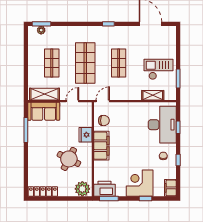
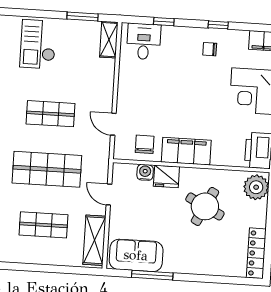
checkout: (158, 69) -> (38, 44), moved
shelving: (153, 95) -> (109, 40), moved
door: (103, 101) -> (113, 124), moved
sofa: (44, 111) -> (136, 255), moved, turned -90
water cooler: (87, 122) -> (145, 172), added
desk: (162, 125) -> (144, 41), width x0.53, depth x0.77

